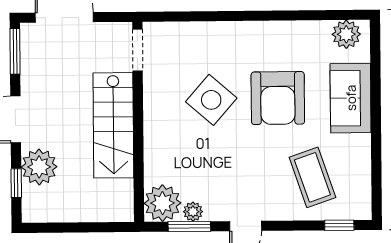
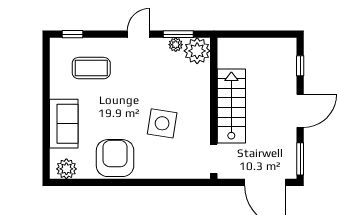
armchair: (278, 98) -> (115, 158), moved
side table: (211, 100) -> (162, 123), turned -32
plant: (39, 167) -> (284, 77), removed
coffee table: (312, 177) -> (91, 68), turned -71

